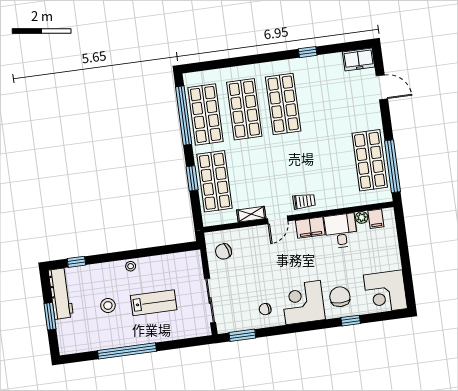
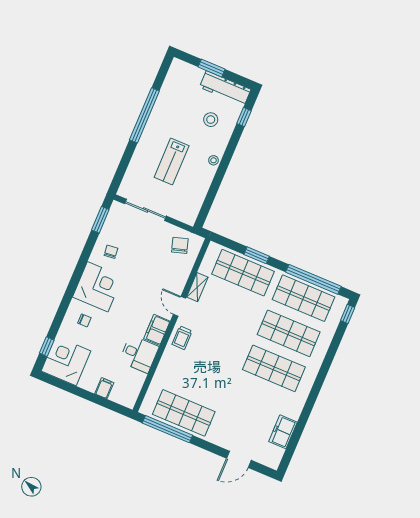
window: (308, 52) -> (348, 314), moved
freezer: (359, 59) -> (283, 432), moved
plant: (362, 217) -> (140, 378), removed
filing cabinet: (376, 219) -> (104, 388), moved, turned 90
chair: (340, 297) -> (84, 320), width x0.54, depth x0.54
stool: (108, 306) -> (211, 120), moved
window: (351, 321) -> (47, 347), moved

